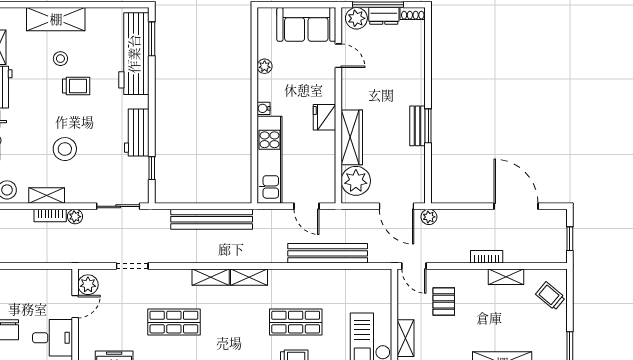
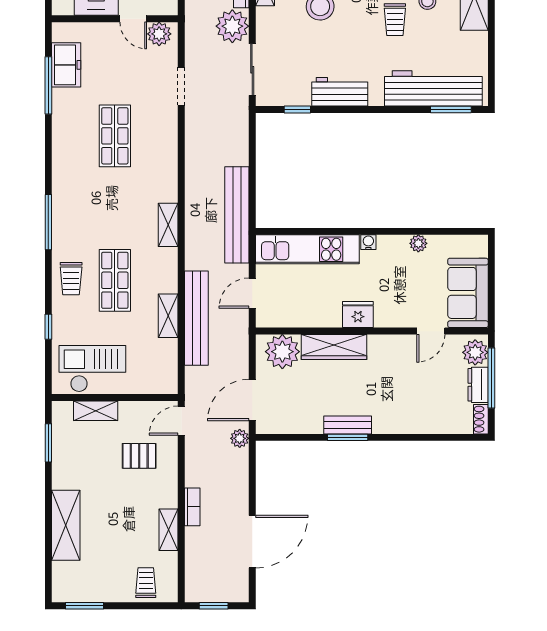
plant: (75, 217) -> (232, 26), width x1.88, depth x1.88
bench: (212, 219) -> (237, 215), moved
shelving: (211, 277) -> (168, 316), moved
trolley: (550, 296) -> (146, 583), turned -40

